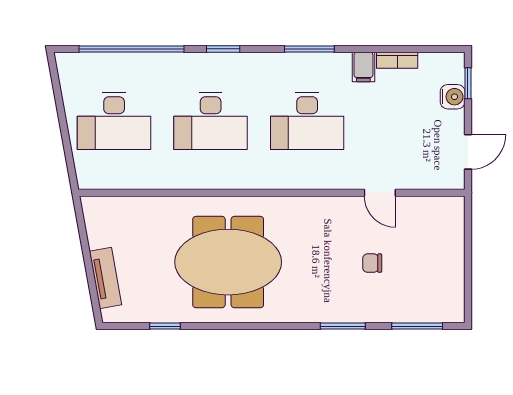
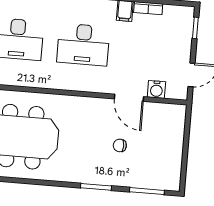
water cooler: (453, 97) -> (156, 89), moved, turned 90
door: (380, 193) -> (129, 98), width x1.38

